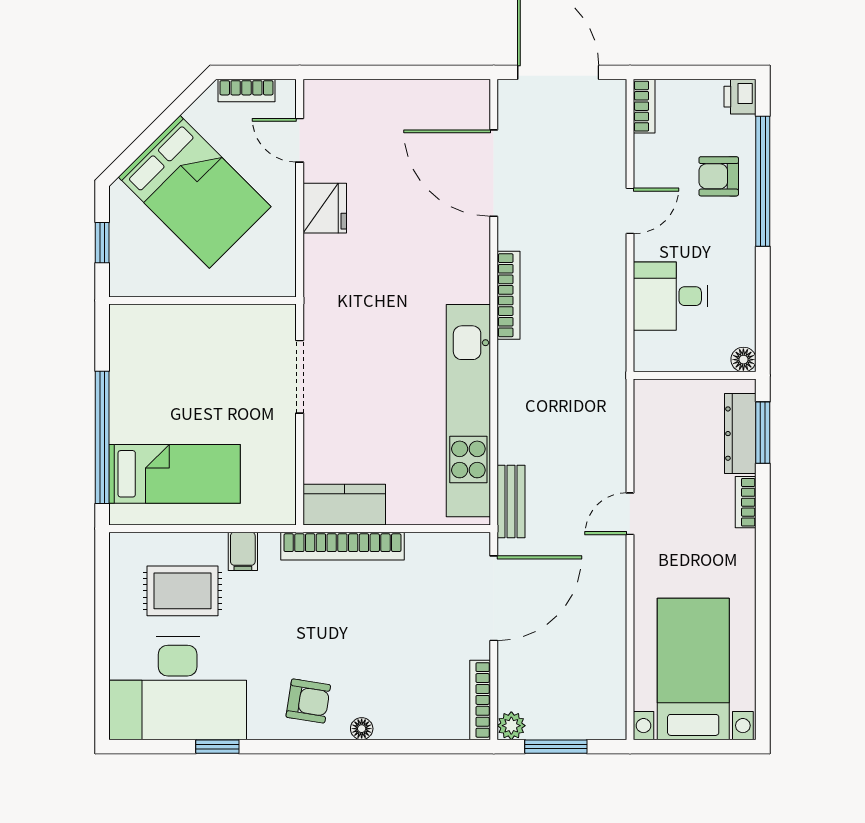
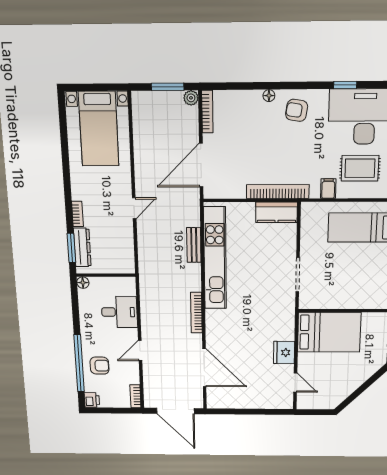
bookcase: (246, 90) -> (320, 404), removed
bed: (195, 192) -> (329, 332), moved, turned 135
bench: (511, 502) -> (194, 245), moved

